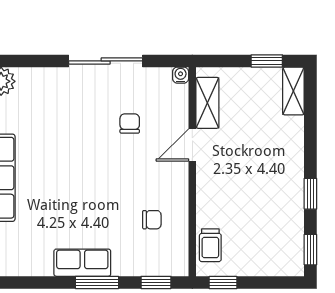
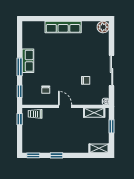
window: (267, 61) -> (112, 126), moved
door: (192, 145) -> (65, 106), moved

